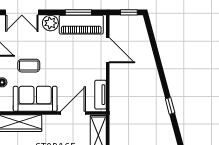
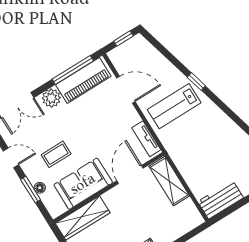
window: (78, 12) -> (73, 70), width x1.44
lab bench: (135, 84) -> (174, 106), added
window: (170, 106) -> (196, 82), moved

